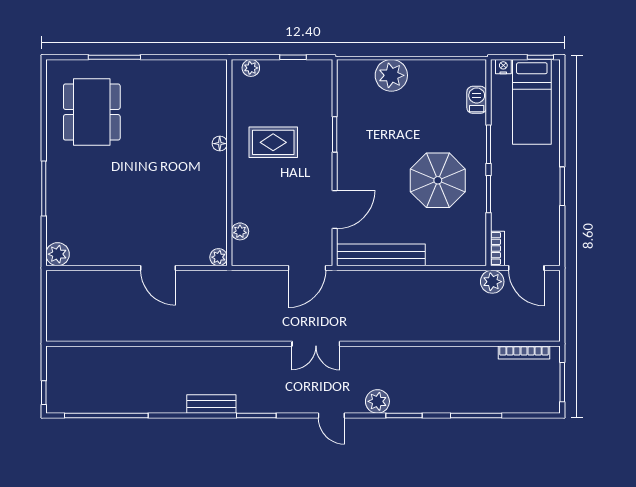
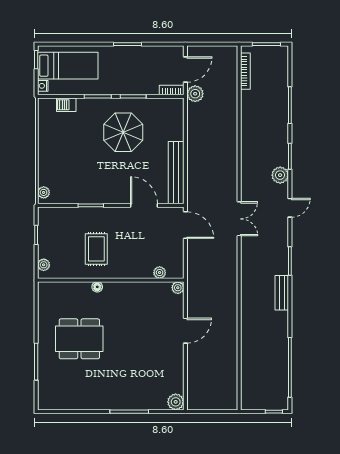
plant: (391, 75) -> (44, 192), moved, width x0.53, depth x0.53
dining table: (92, 112) -> (79, 339), moved

